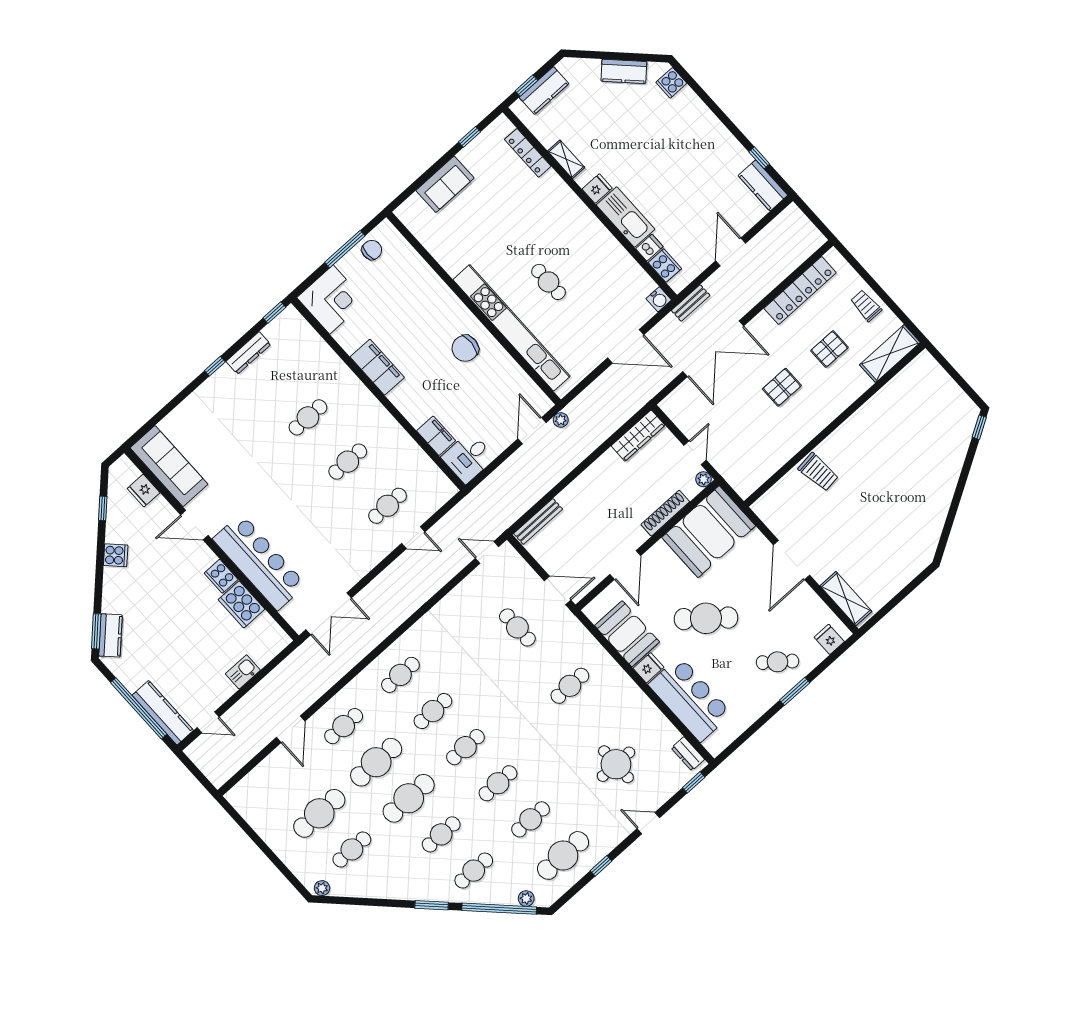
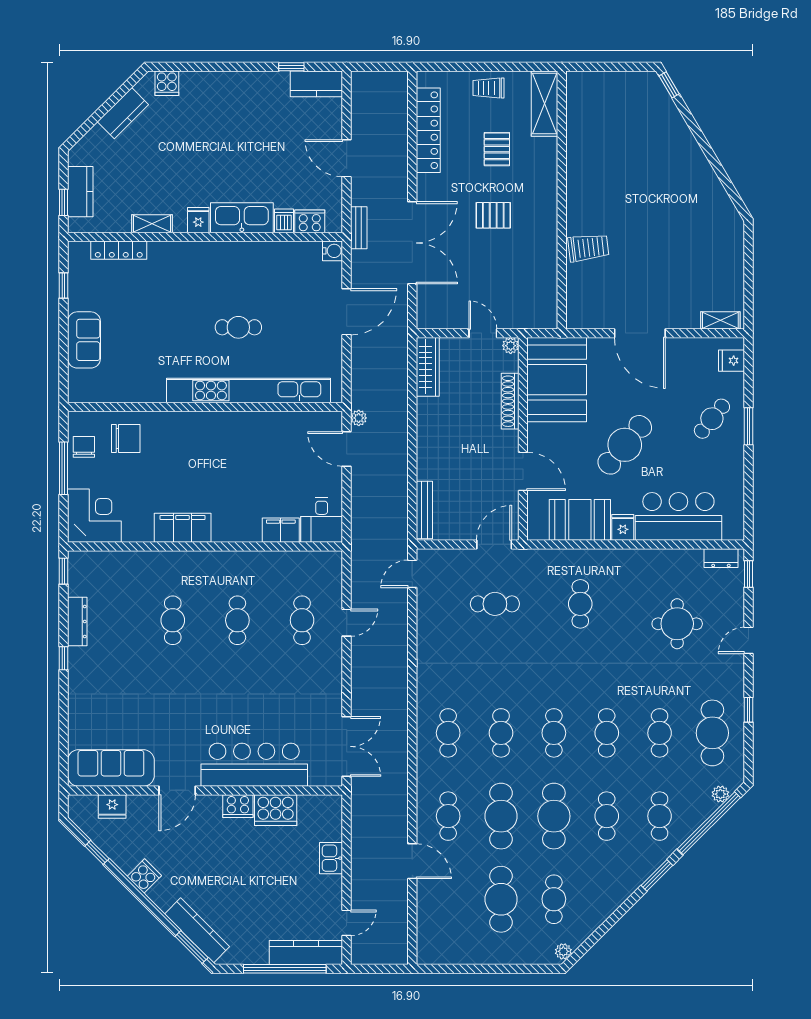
chair: (465, 348) -> (126, 438), moved, turned -94
pallet: (782, 387) -> (493, 215), turned 90
shelving: (846, 599) -> (720, 320), width x0.67, depth x0.75
kitchen counter: (110, 635) -> (197, 930), width x1.50

